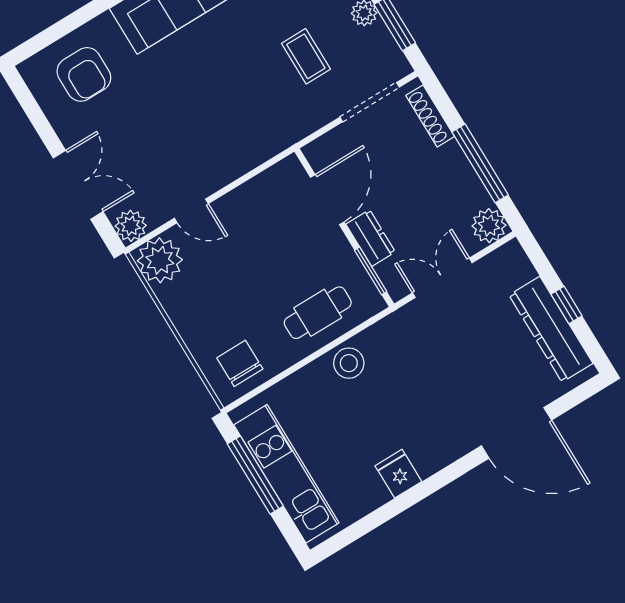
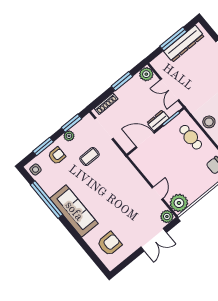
window: (480, 163) -> (122, 81), width x0.69
double door: (78, 185) -> (154, 240), swing flipped
window: (567, 305) -> (173, 39), width x2.17

